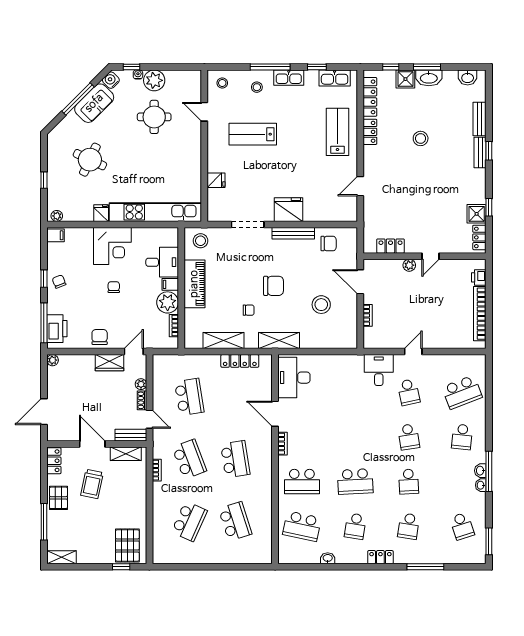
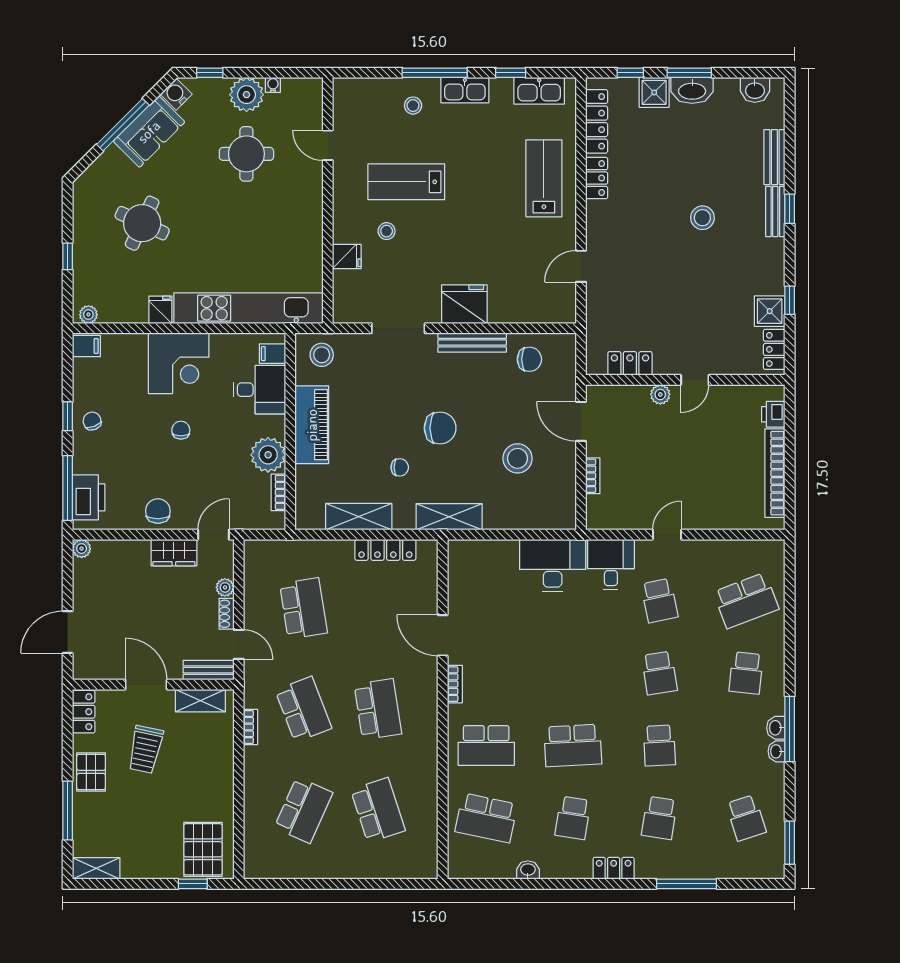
water cooler: (138, 74) -> (273, 85), moved
stool: (222, 83) -> (387, 231), moved
stool: (421, 138) -> (702, 218), moved
filing cabinet: (170, 284) -> (272, 354), moved
desk: (294, 378) -> (553, 565), moved, turned 90

